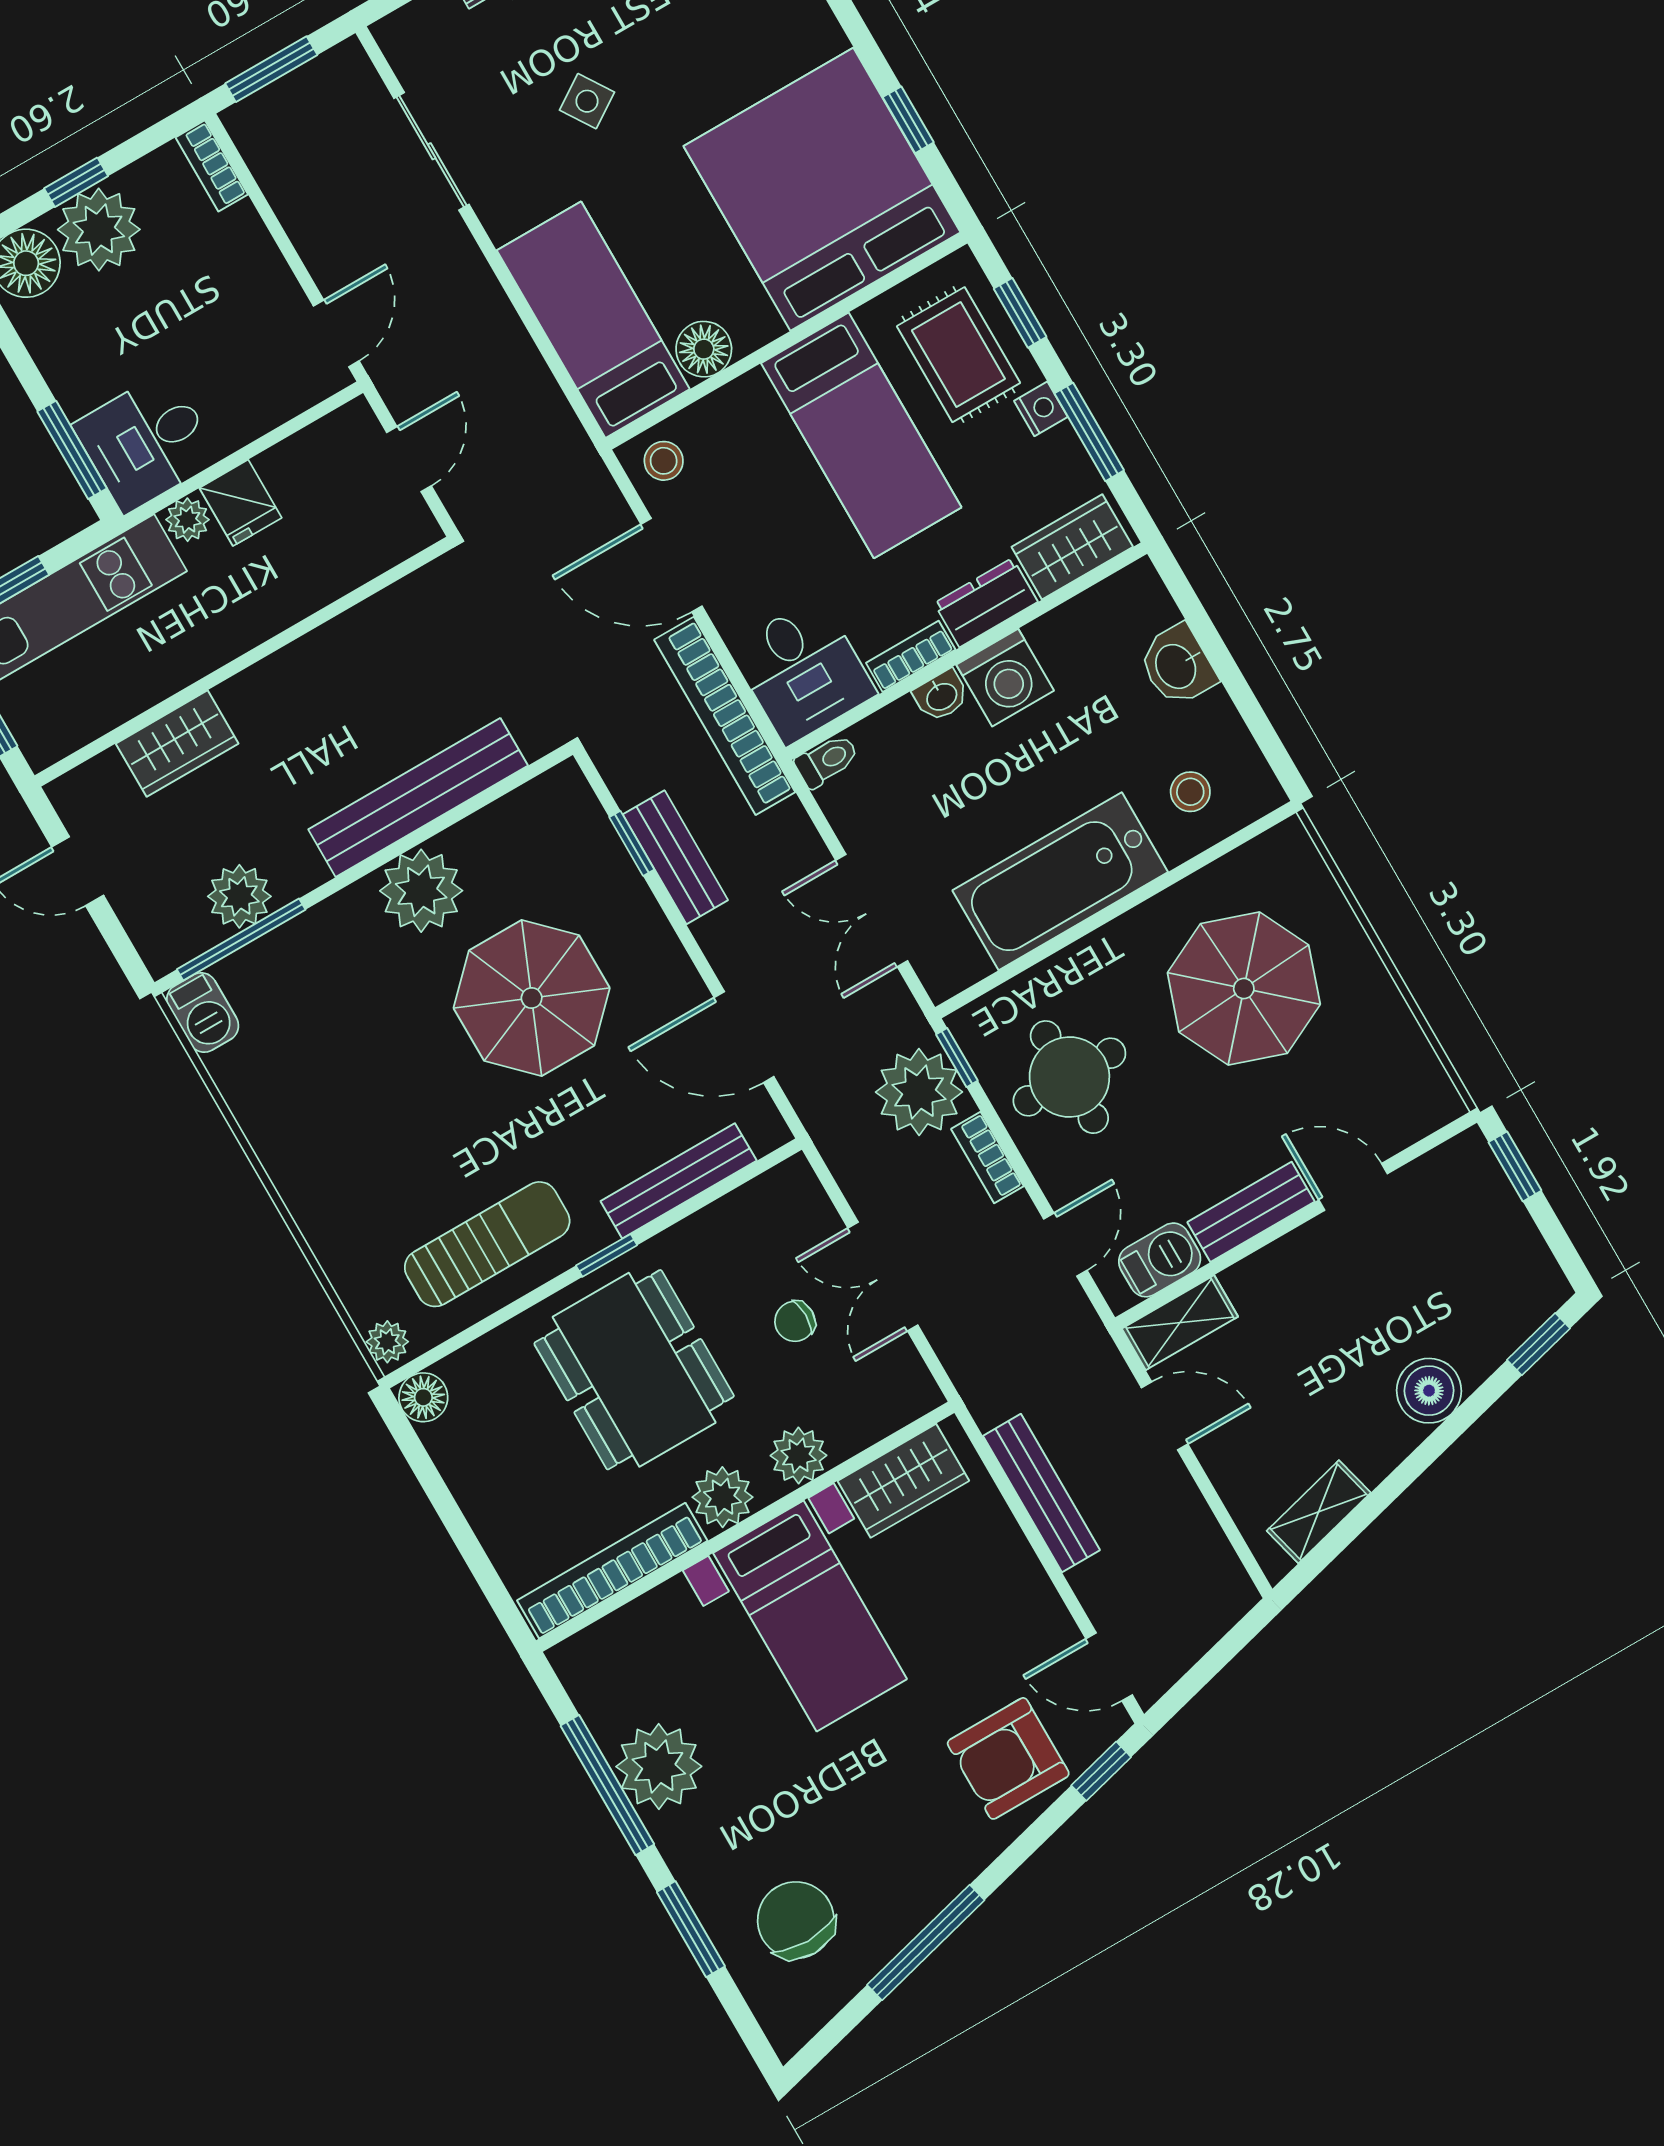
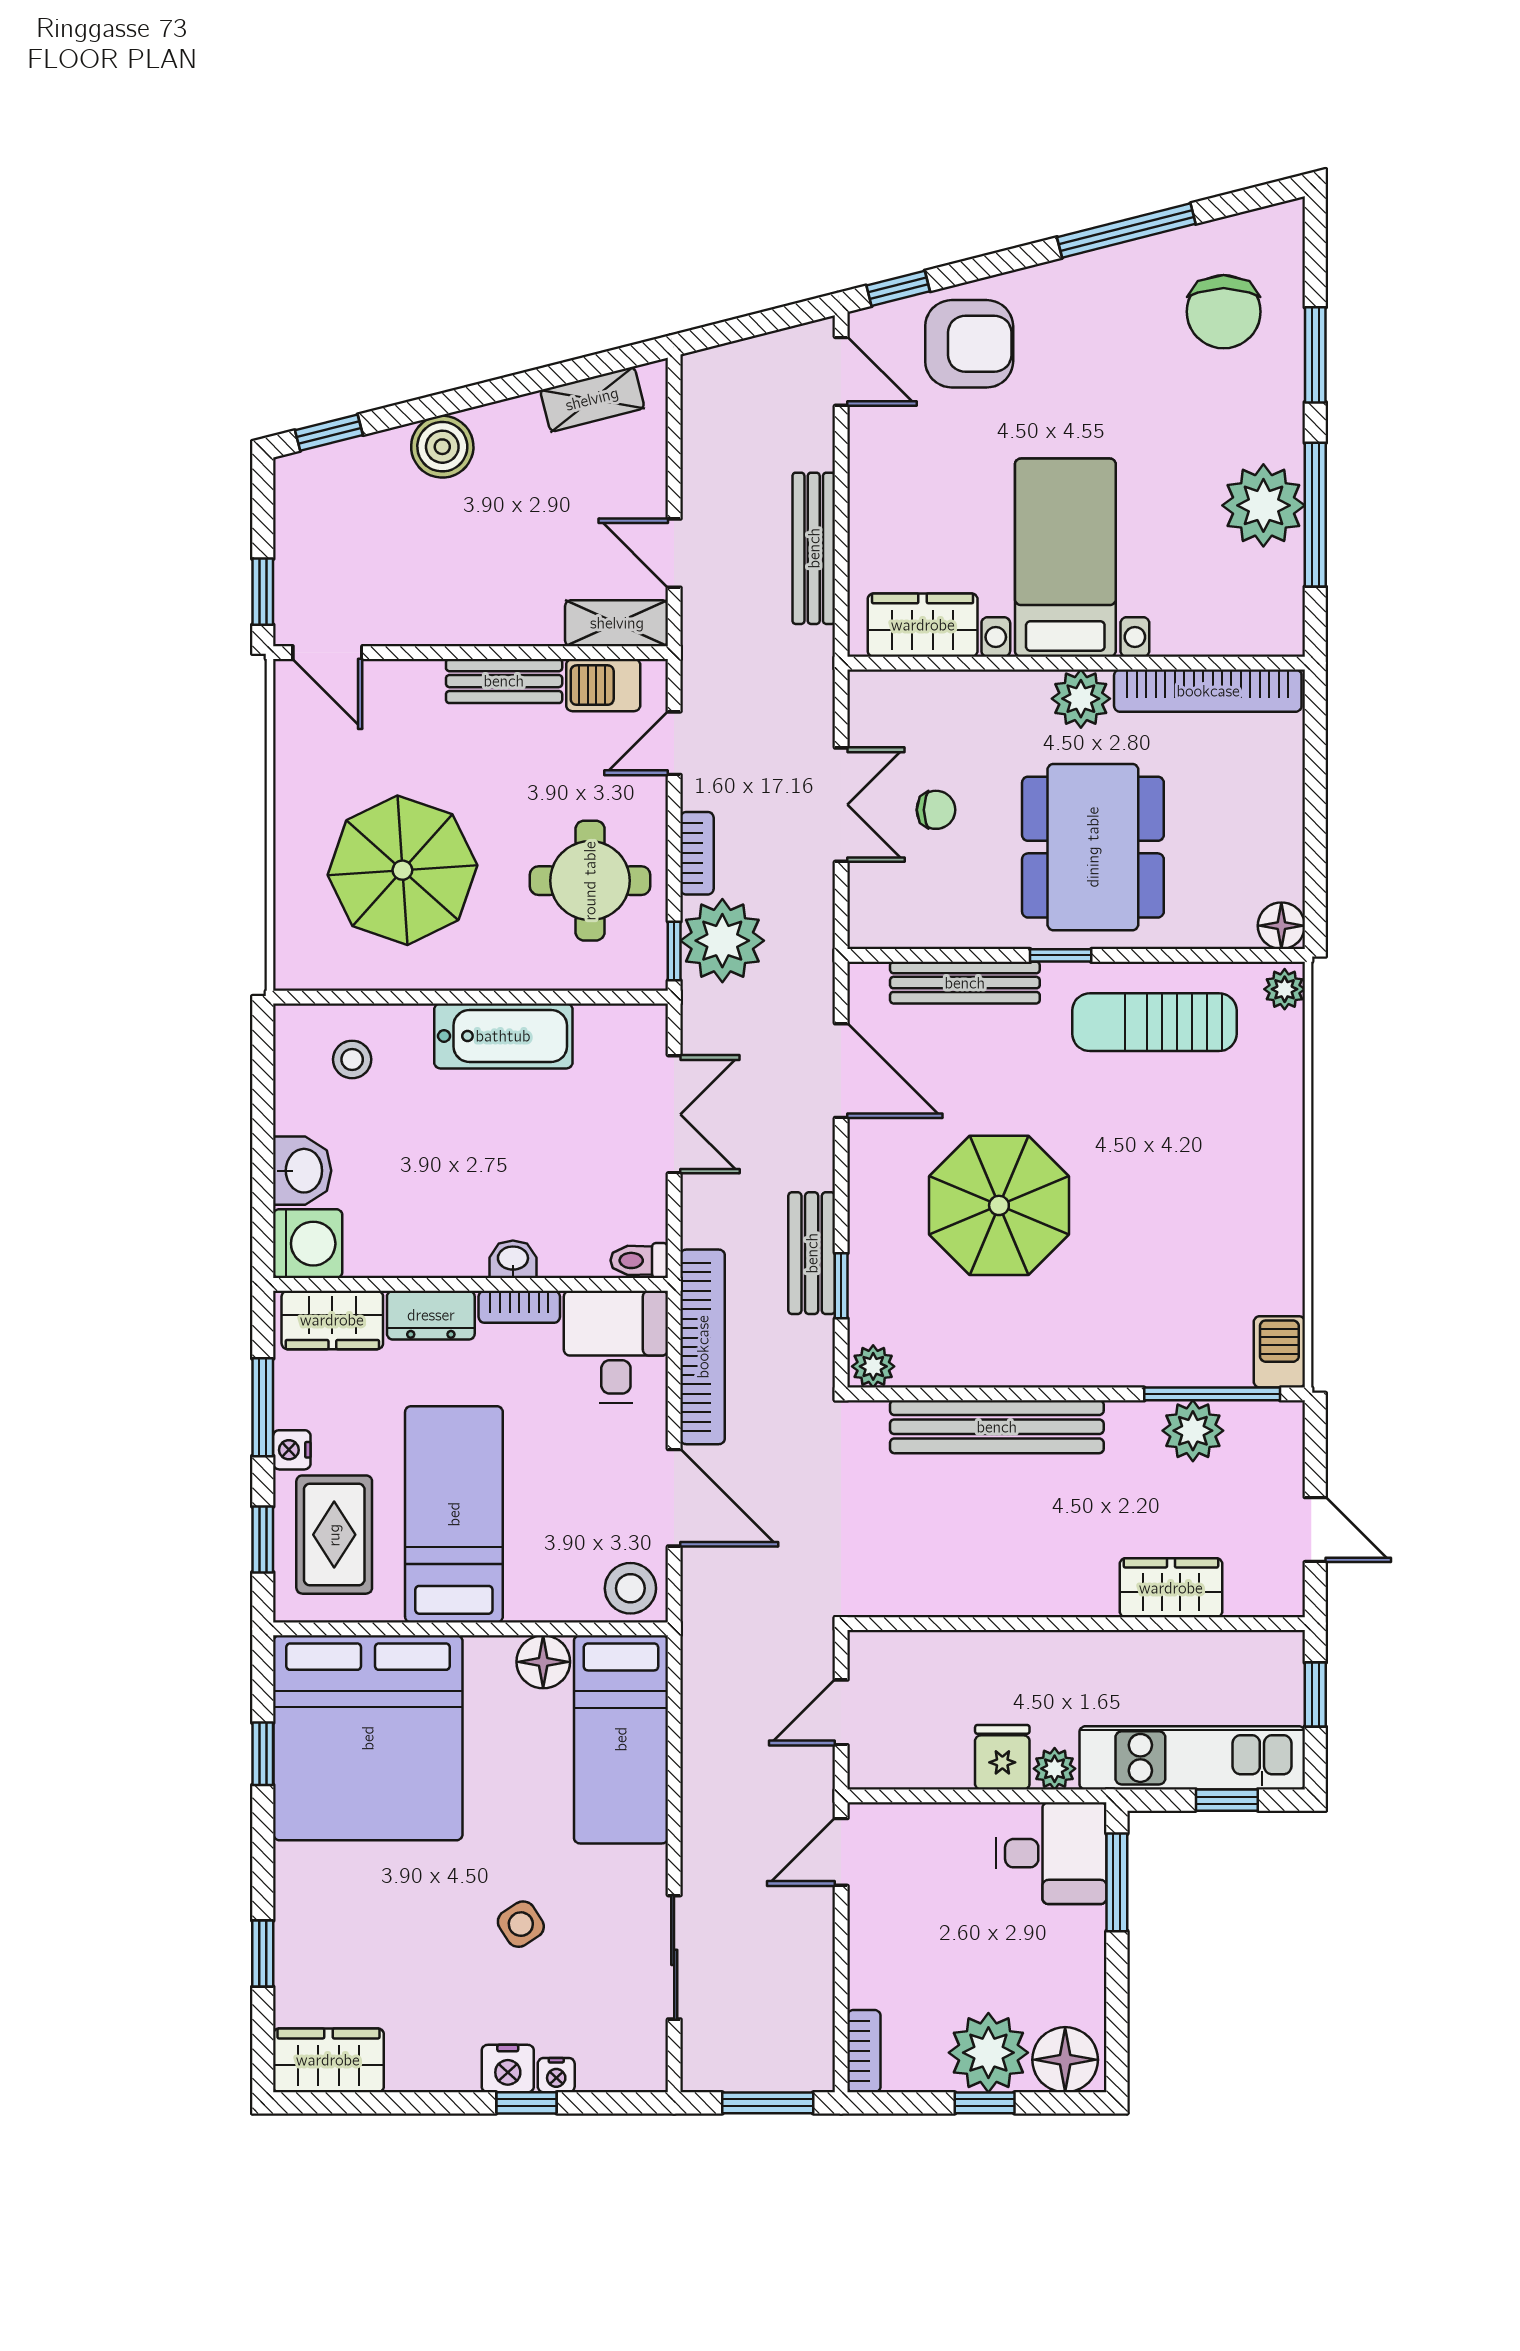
stool: (664, 461) -> (630, 1588), width x1.37, depth x1.37
washing machine: (1005, 678) -> (308, 1244), moved, turned 90
bathtub: (1060, 881) -> (503, 1036), width x0.73, depth x0.73
plant: (421, 891) -> (873, 1366), moved, width x0.53, depth x0.53
door: (1353, 1187) -> (327, 653), moved
plant: (799, 1456) -> (998, 697), removed

